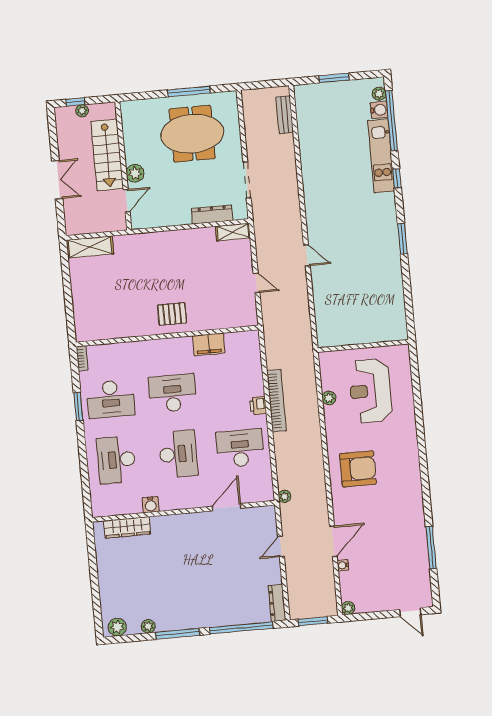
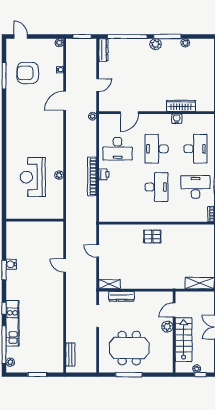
water cooler: (379, 110) -> (11, 264), moved
filing cabinet: (209, 344) -> (131, 216), removed
wall: (363, 346) -> (35, 220), moved
reception desk: (370, 391) -> (33, 177), turned 180
desk: (173, 393) -> (157, 187), turned -90
armchair: (358, 469) -> (28, 73), moved
wardrobe: (127, 527) -> (181, 106), moved
door: (333, 541) -> (65, 101), moved
plant: (117, 627) -> (155, 44), moved

